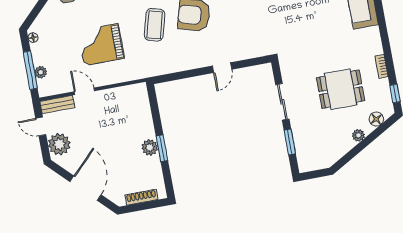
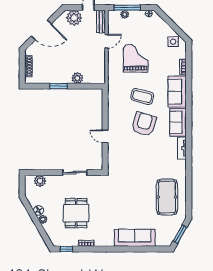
floor lamp: (376, 119) -> (39, 210), moved
window: (290, 142) -> (47, 173), removed
plant: (150, 147) -> (77, 78), moved
plant: (304, 150) -> (40, 181), added

